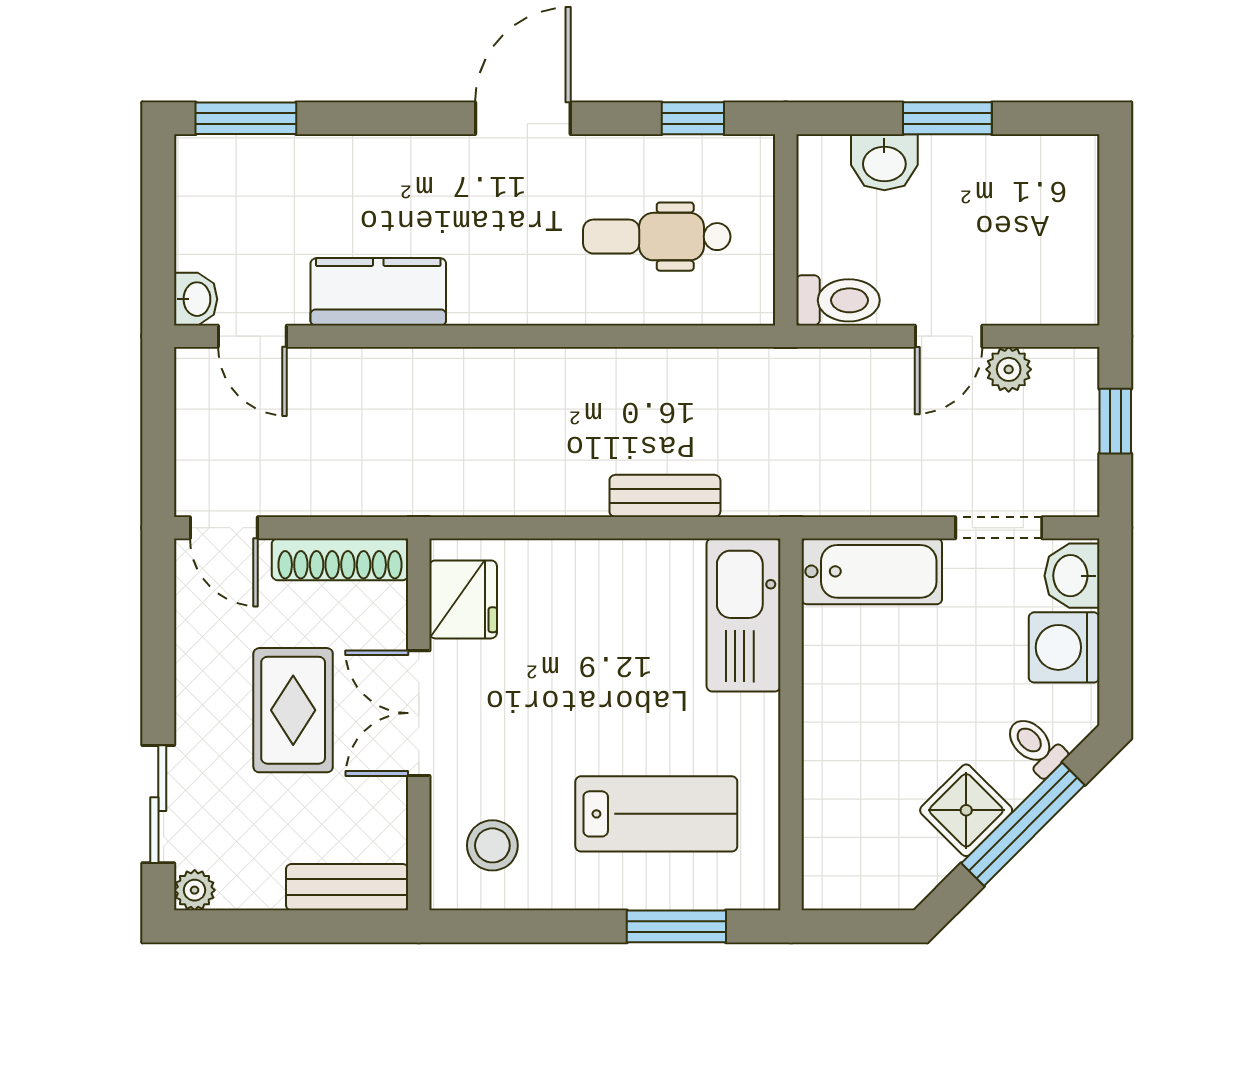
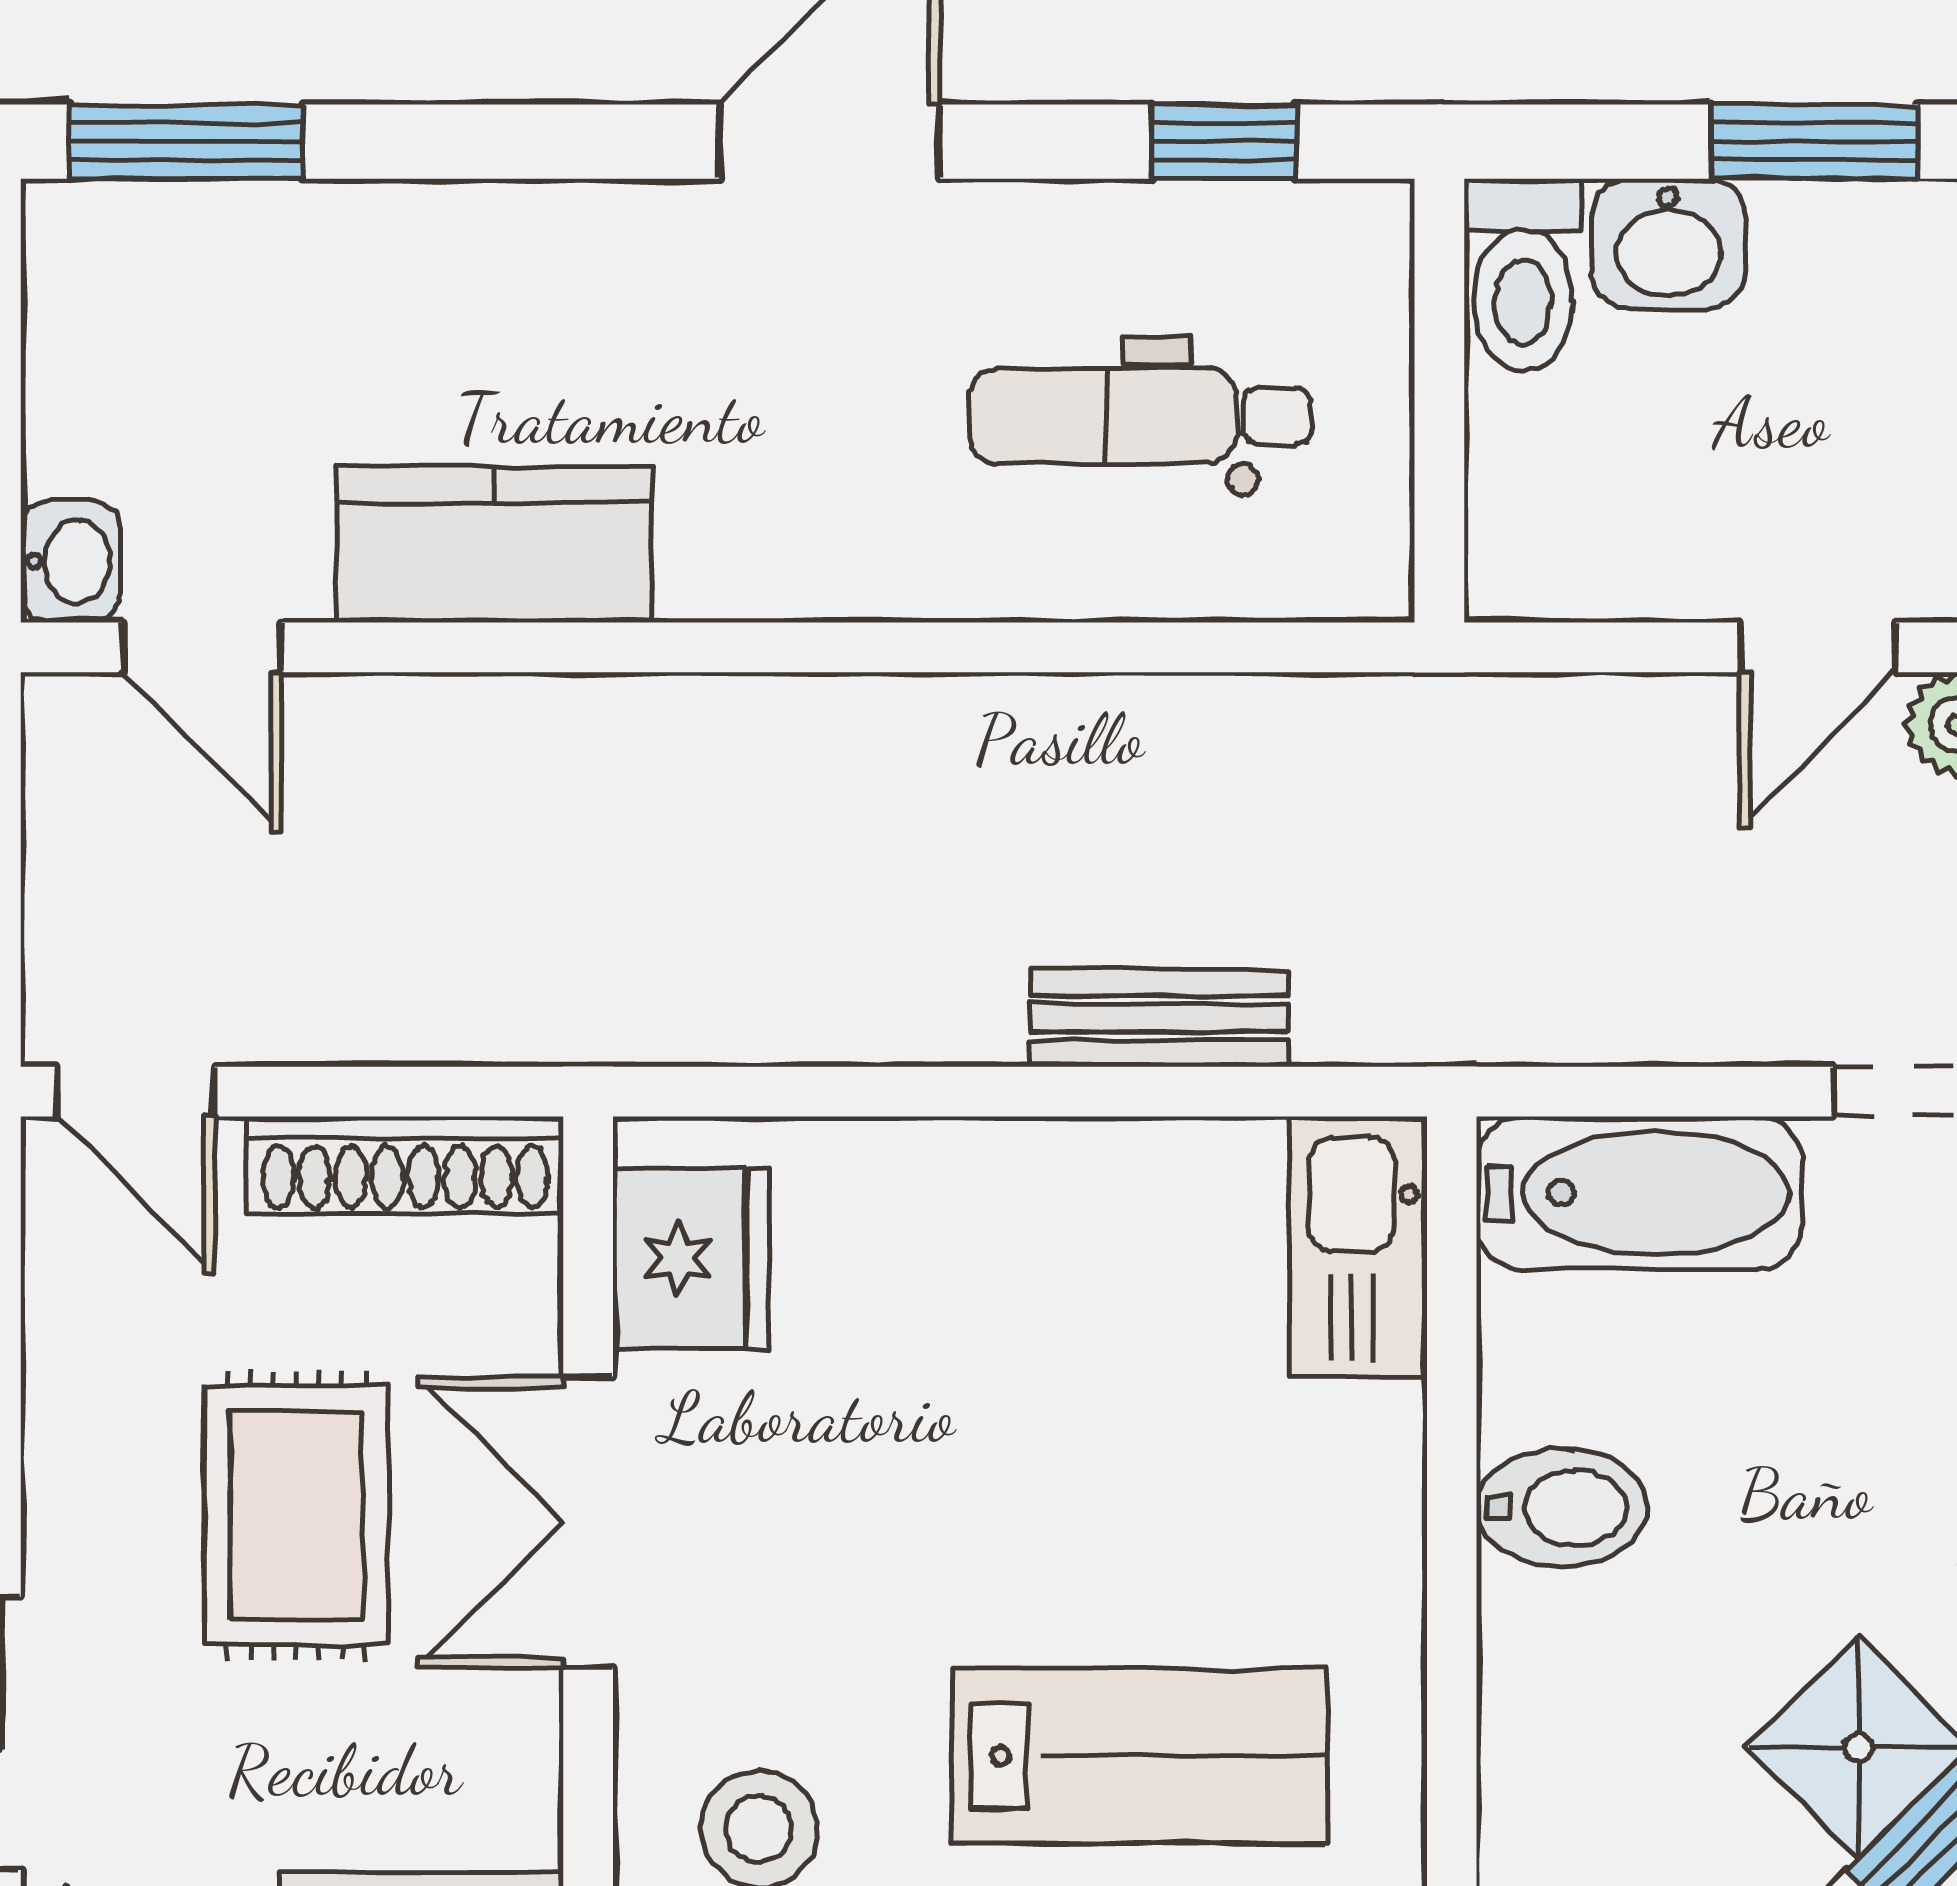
toilet: (838, 300) -> (1523, 275), moved, turned 90
kitchen sink: (744, 615) -> (1358, 1247), width x0.73, depth x0.81
bidet: (838, 707) -> (1562, 1508), added

